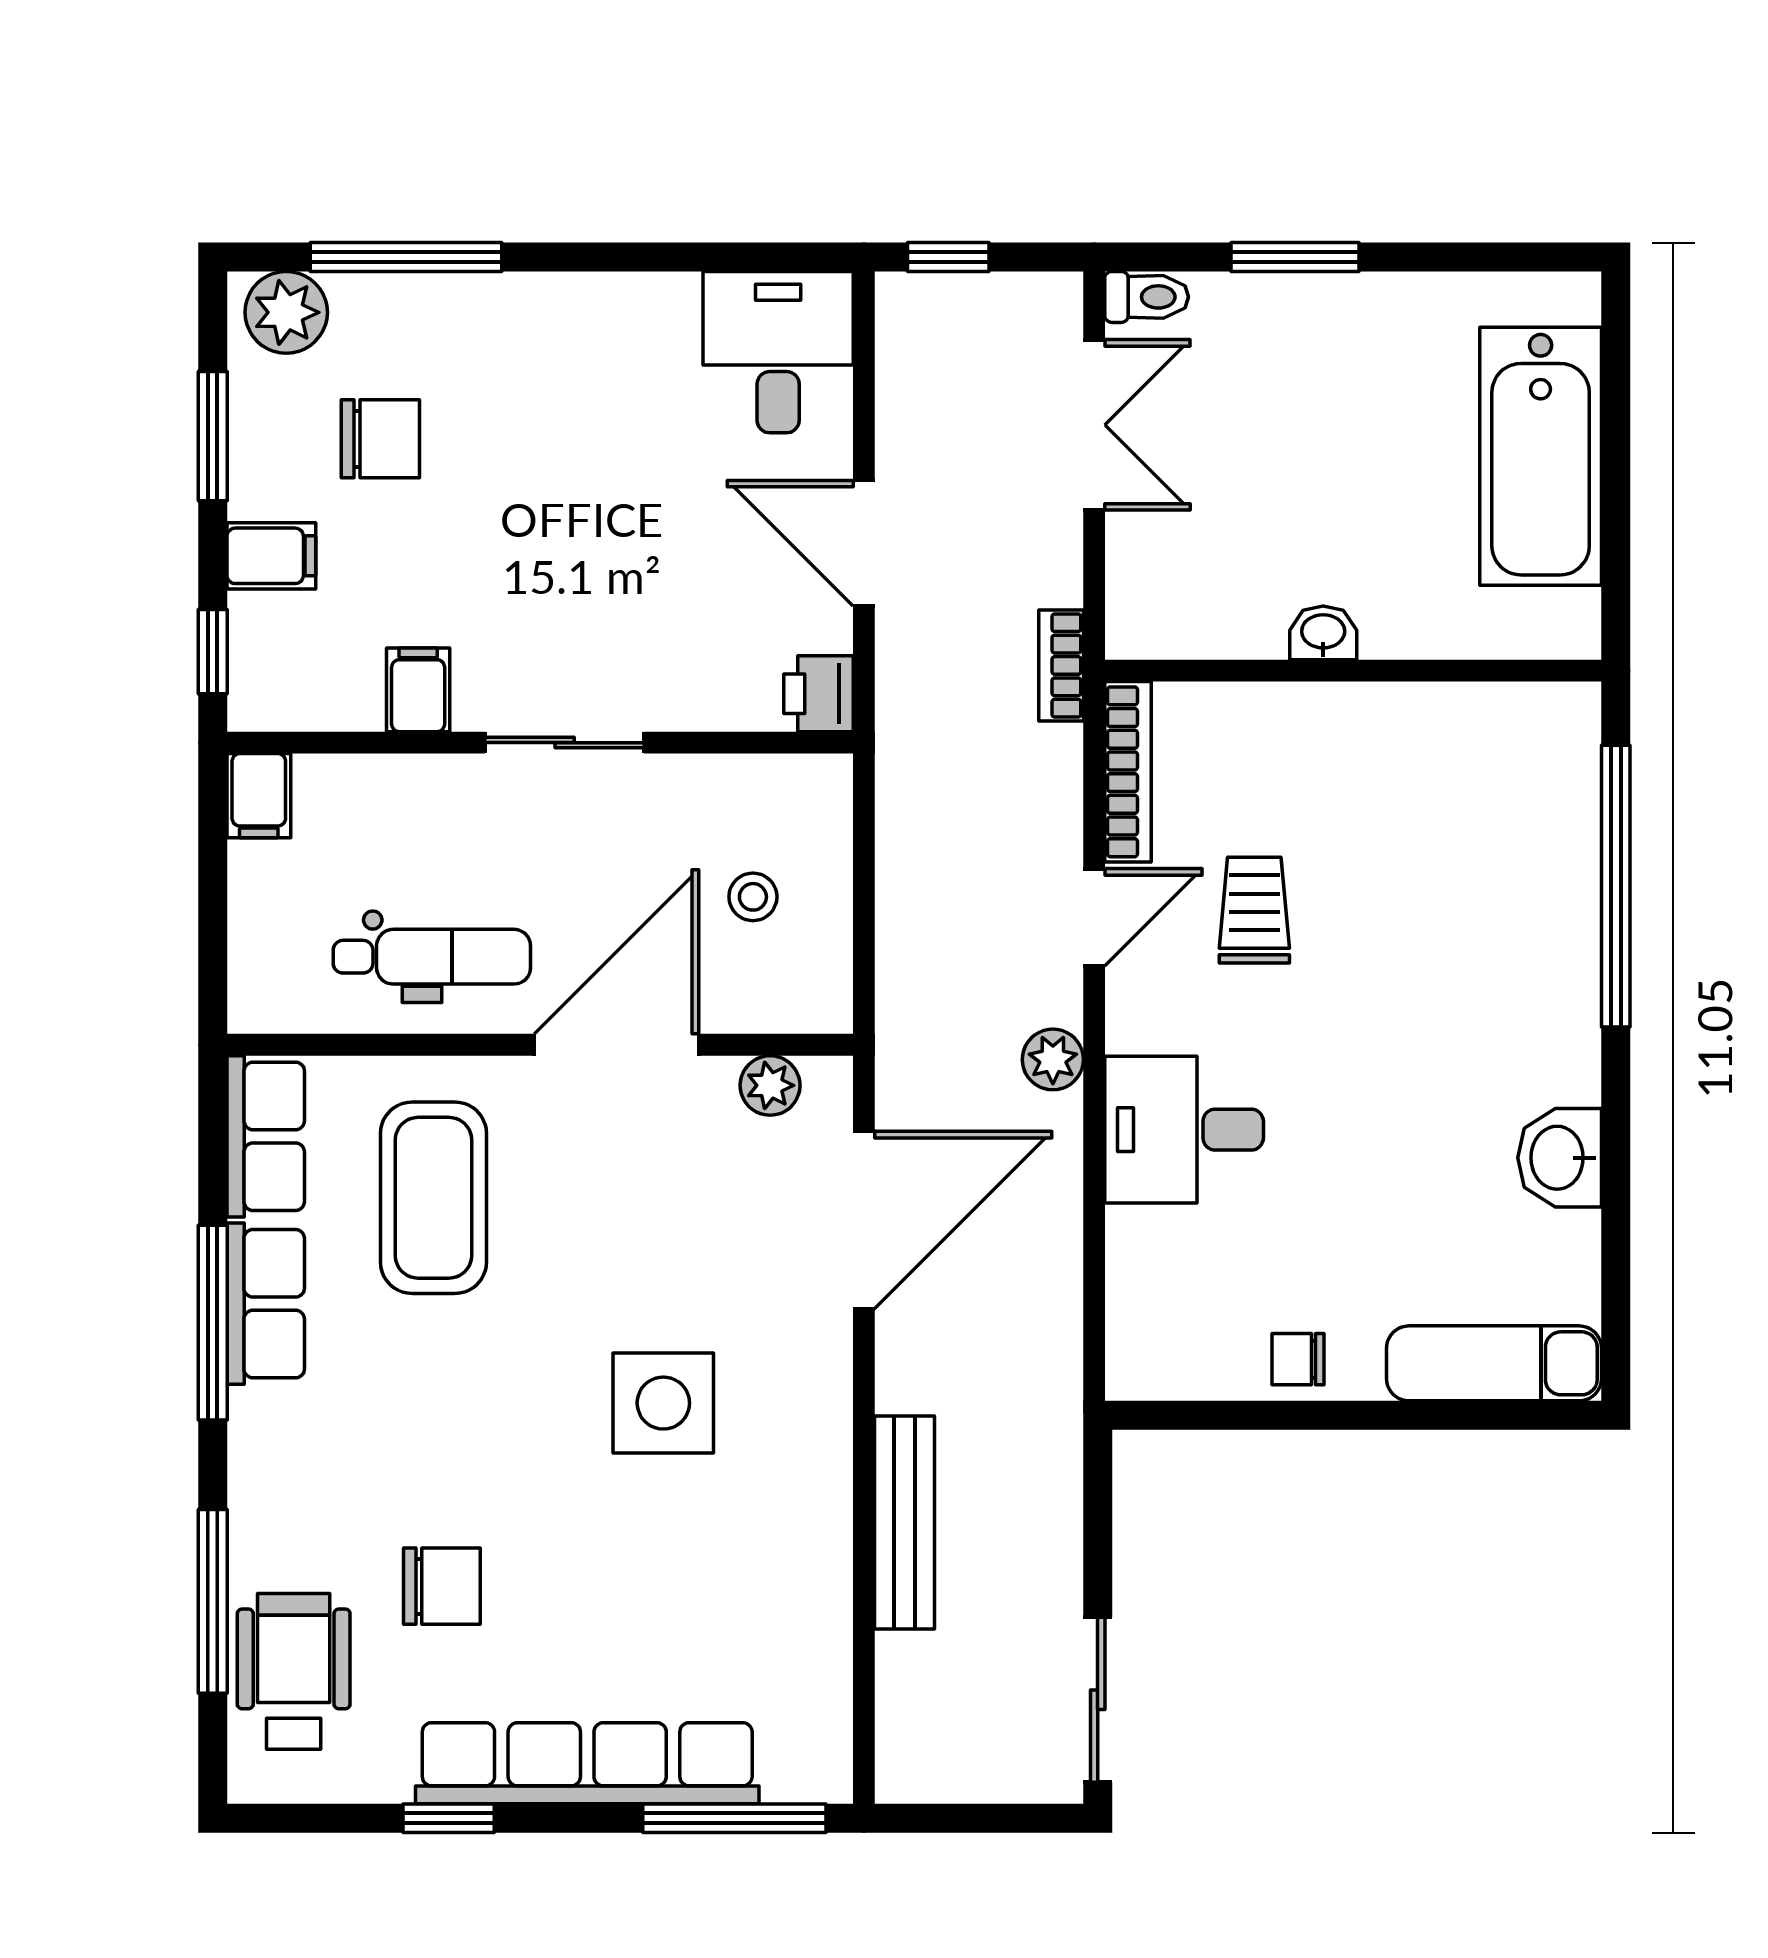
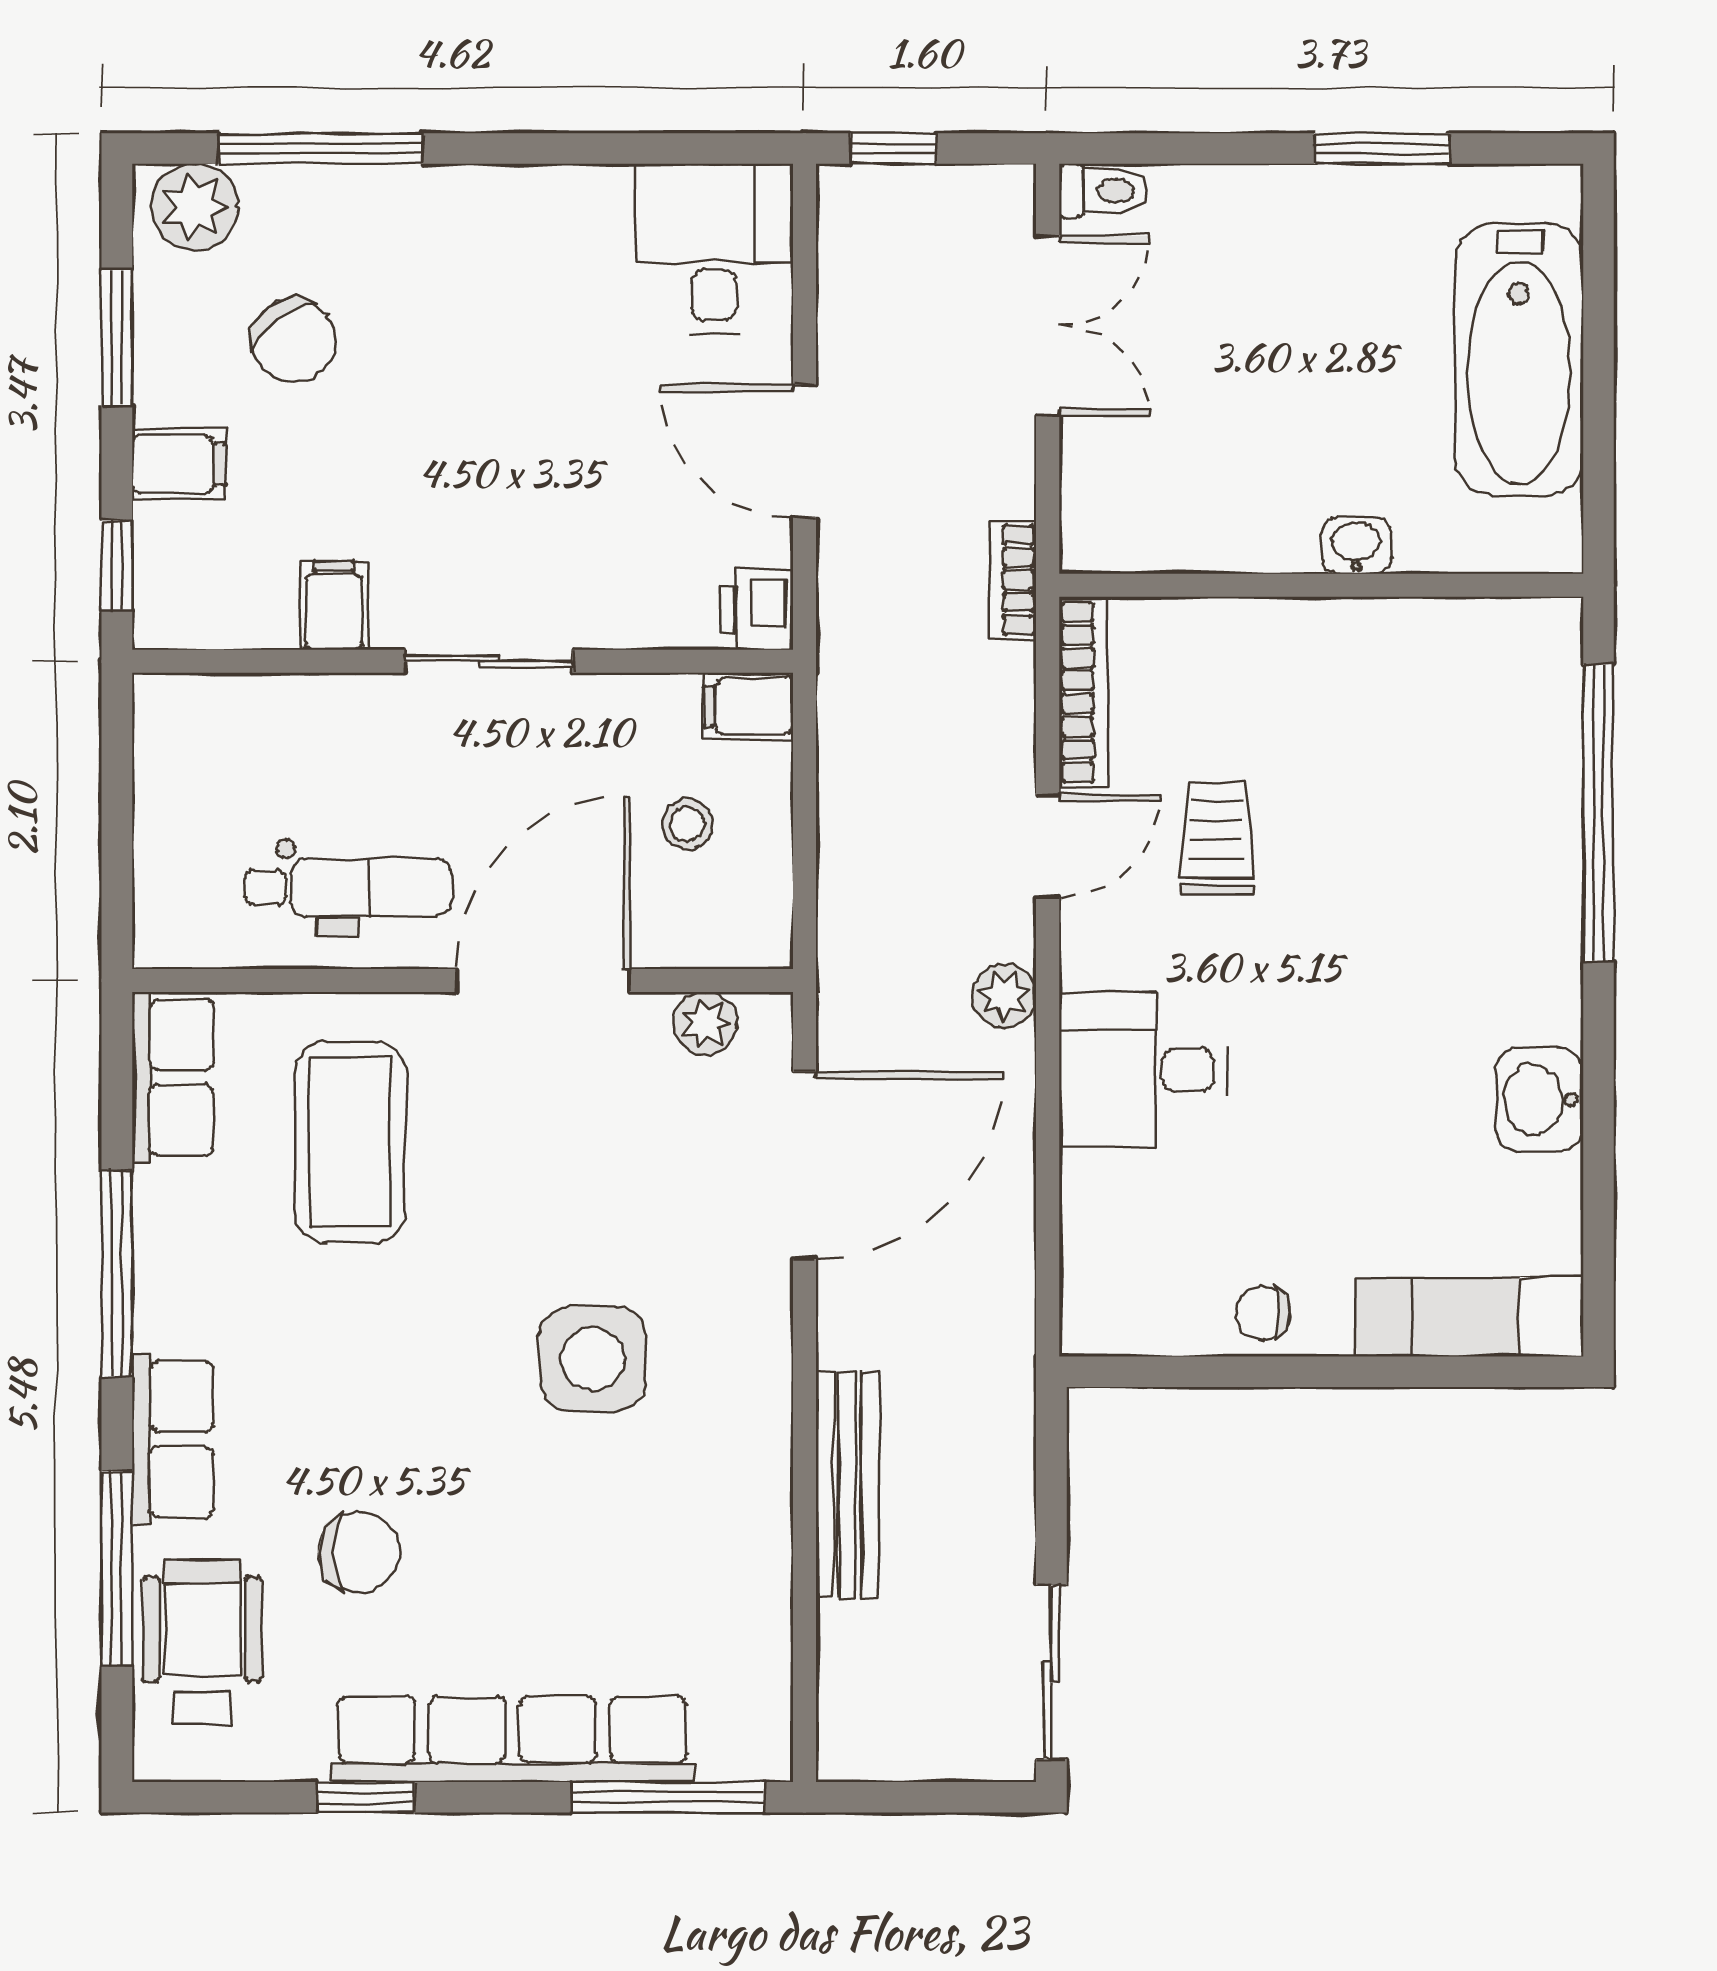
window: (1295, 257) -> (1382, 148), moved
chair: (380, 439) -> (294, 341), turned 55
washbasin: (1323, 633) -> (1356, 545), moved
filing cabinet: (259, 796) -> (748, 706), moved, turned 90
row of seats: (266, 1304) -> (173, 1439), moved

